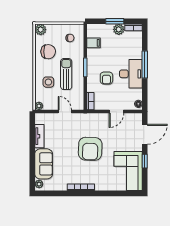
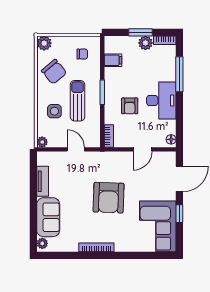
chair: (48, 52) -> (54, 72), turned 49
window: (145, 64) -> (179, 74), moved

